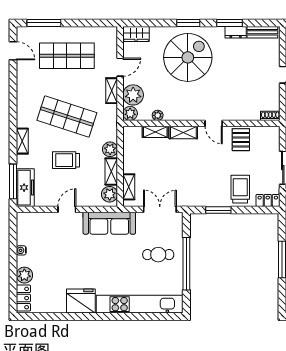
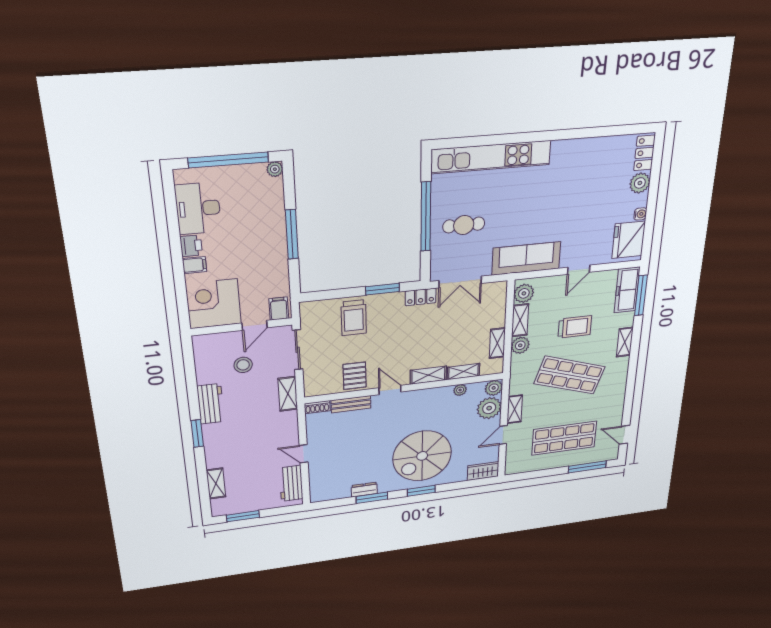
bench: (262, 32) -> (351, 404), moved
shelving: (129, 187) -> (497, 343), moved
locker: (268, 200) -> (421, 297), moved
fridge: (81, 301) -> (629, 240), moved, turned 90

